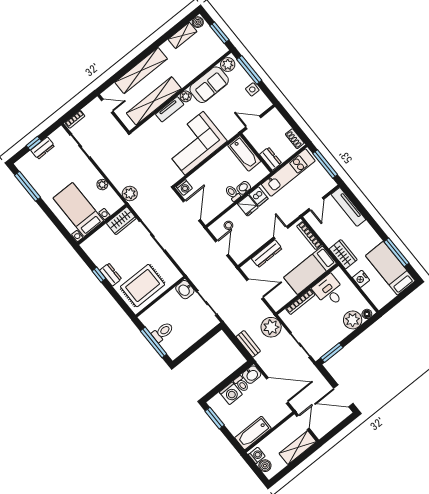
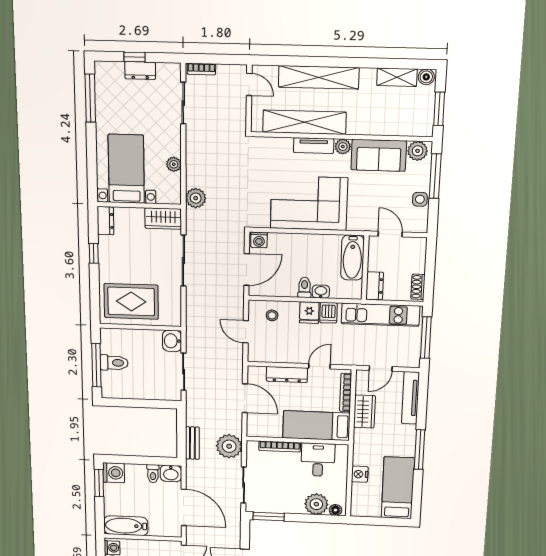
door: (222, 248) -> (246, 332), swing flipped
window: (397, 252) -> (419, 450), moved
wardrobe: (343, 254) -> (364, 411), moved
dresser: (111, 275) -> (105, 221), moved
washing machine: (231, 393) -> (114, 473), moved, turned -90

